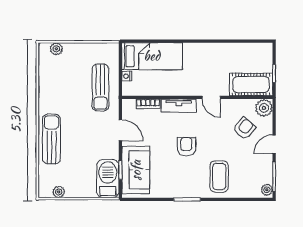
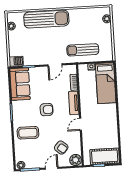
cot: (251, 84) -> (105, 156), moved, turned 90
sun lounger: (51, 139) -> (46, 19), width x1.36, depth x1.34
door: (274, 144) -> (52, 168), hinge flipped
sofa: (136, 170) -> (20, 84), moved, turned -90
barbecue: (108, 179) -> (16, 61), width x0.53, depth x0.65

